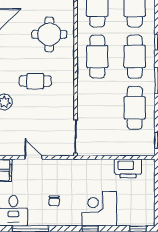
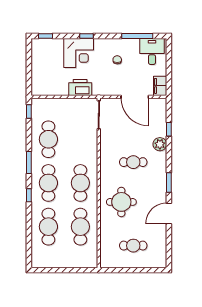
door: (33, 157) -> (135, 97), width x1.87
printer: (128, 168) -> (80, 88), moved

